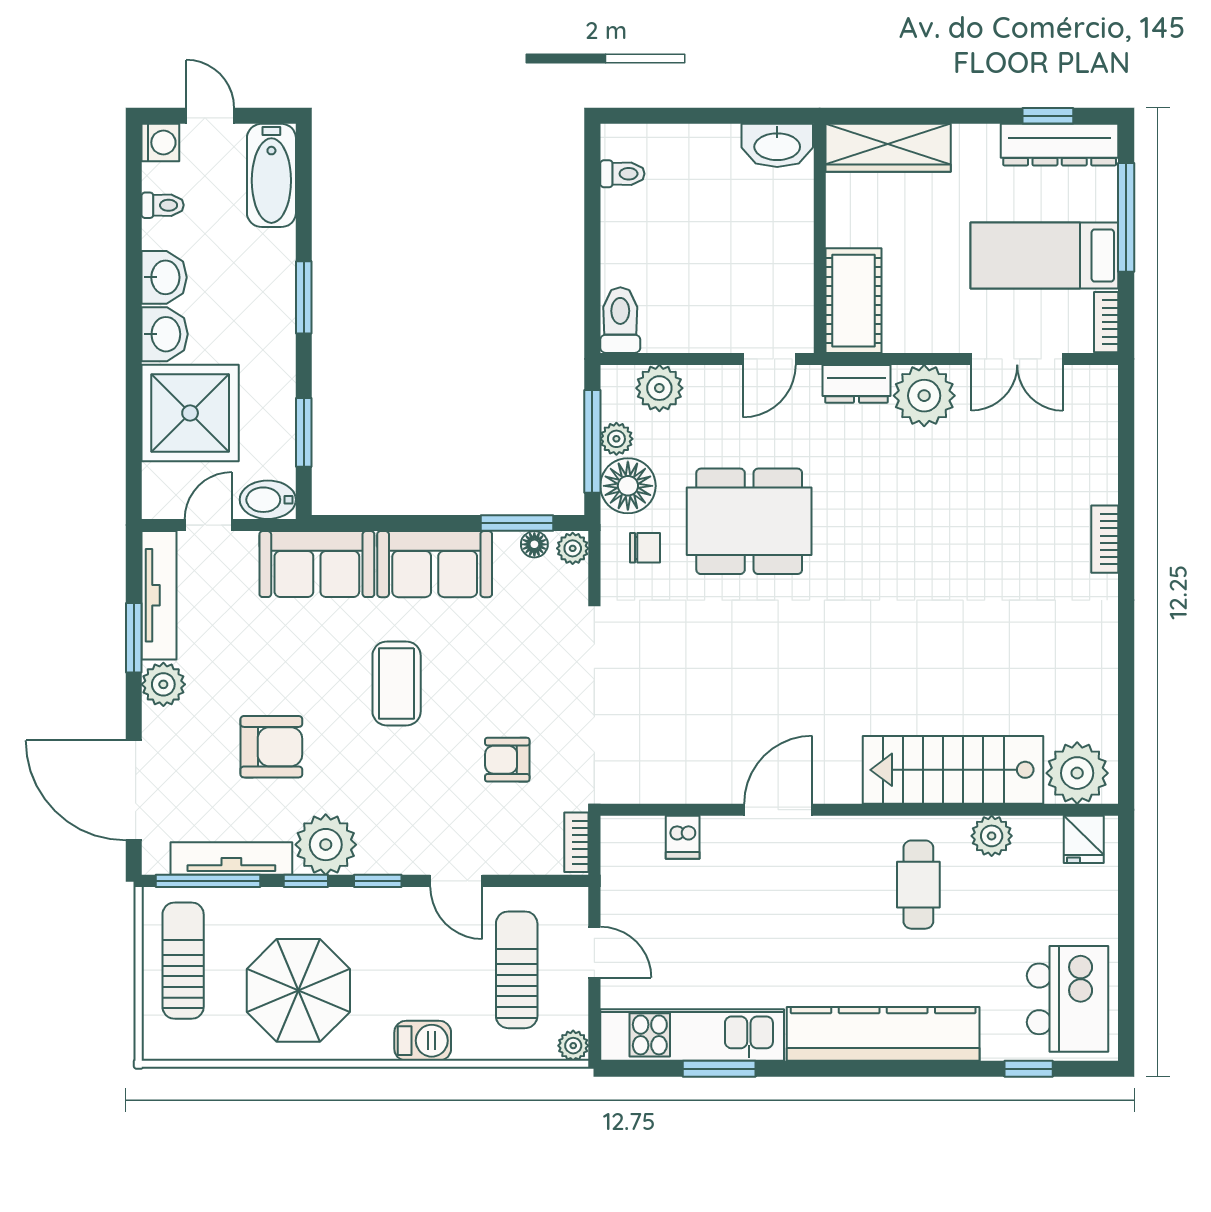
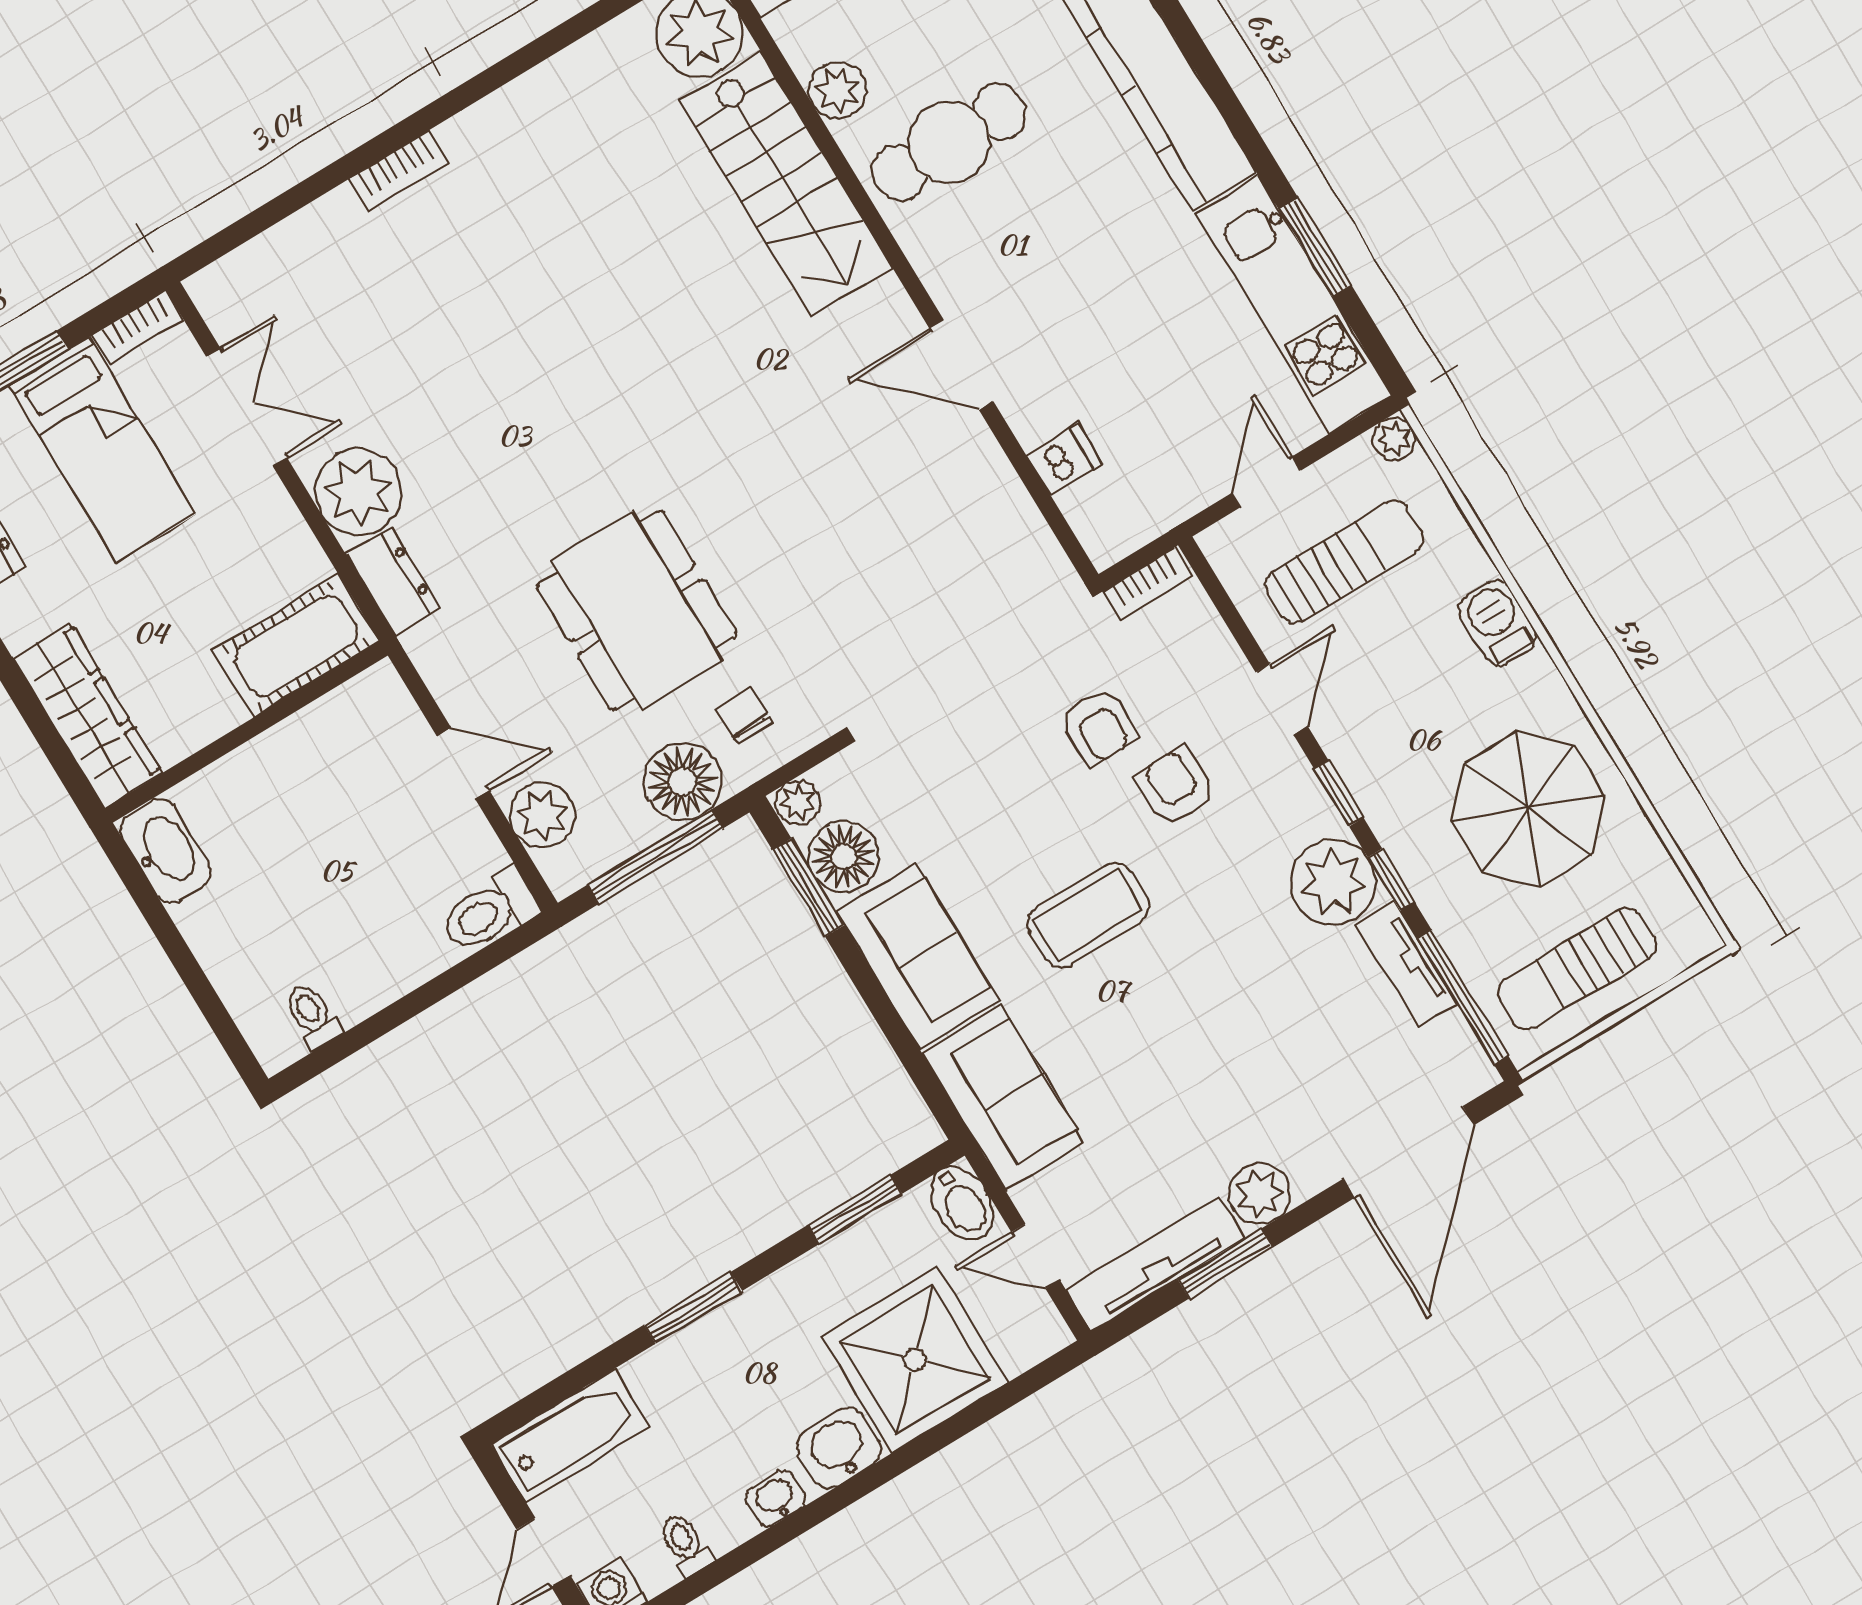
washbasin: (164, 277) -> (776, 1498), width x0.72, depth x0.69
door: (769, 359) -> (463, 763), moved
plant: (616, 439) -> (635, 830), removed
floor lamp: (534, 544) -> (844, 857), width x1.89, depth x1.89
armchair: (271, 747) -> (1176, 787), moved, width x0.72, depth x0.72
tv unit: (231, 858) -> (1406, 964), width x0.71
cafe table: (918, 885) -> (949, 142), width x1.37, depth x1.35
sun lounger: (517, 970) -> (1344, 562), turned 180

